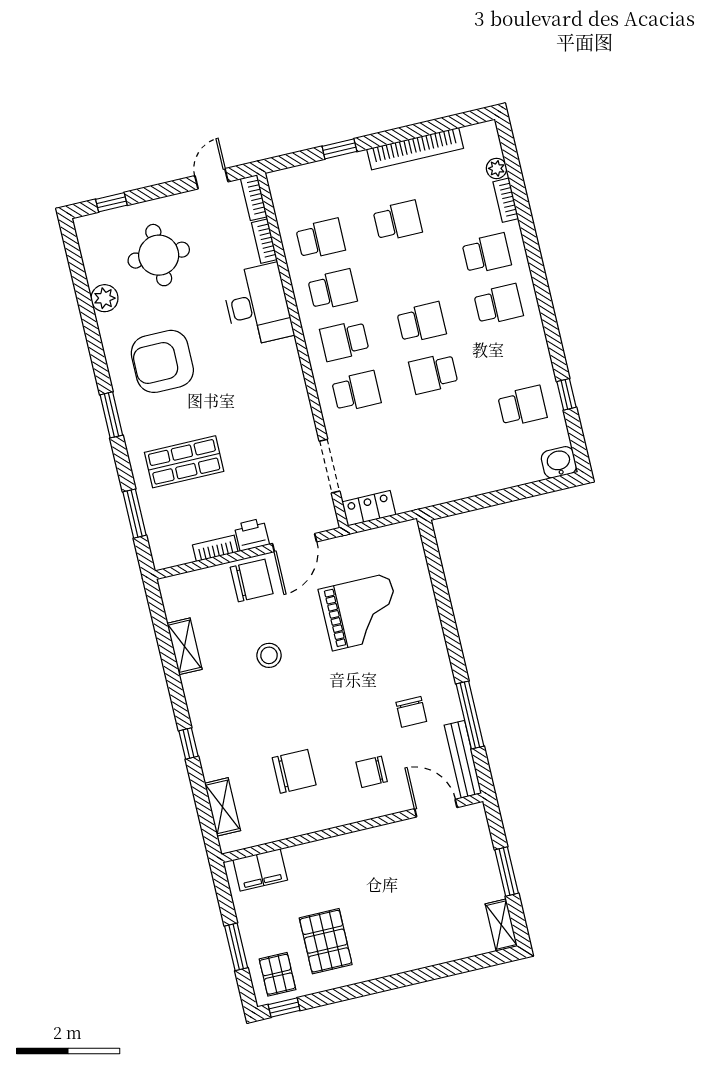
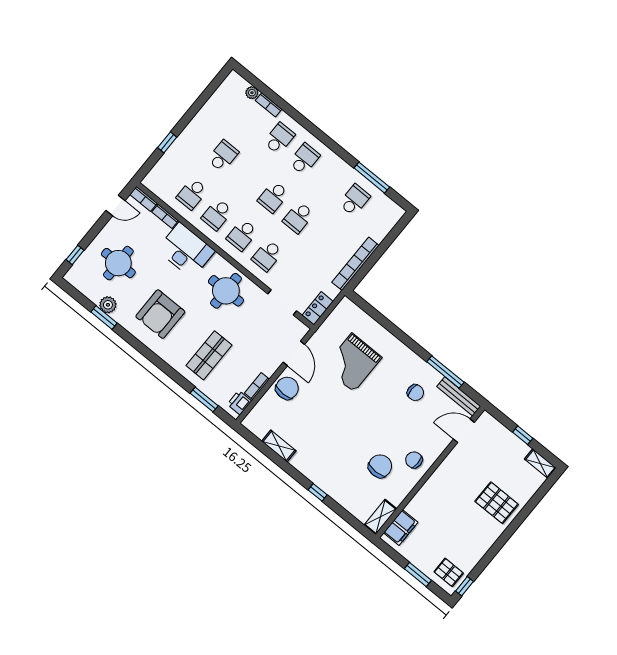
bookcase: (415, 149) -> (355, 264), moved, turned 180
door: (212, 179) -> (116, 206), swing flipped
school desk: (321, 239) -> (192, 194), turned 180
school desk: (332, 290) -> (217, 214), turned 180
school desk: (421, 323) -> (273, 197), turned 180
school desk: (356, 391) -> (267, 256), turned 180
window: (566, 394) -> (372, 178), width x2.17
round table: (269, 396) -> (226, 291), added
window: (111, 415) -> (104, 317), moved
washbasin: (559, 462) -> (394, 214), removed
printer: (252, 535) -> (239, 403), moved
grand piano: (361, 612) -> (353, 362), turned 180
stool: (269, 655) -> (324, 419), removed
chair: (372, 772) -> (414, 460), moved, turned 90
shelving: (222, 807) -> (380, 517), moved, turned 90
window: (507, 872) -> (523, 435), width x0.67
pallet: (326, 941) -> (497, 503), moved

